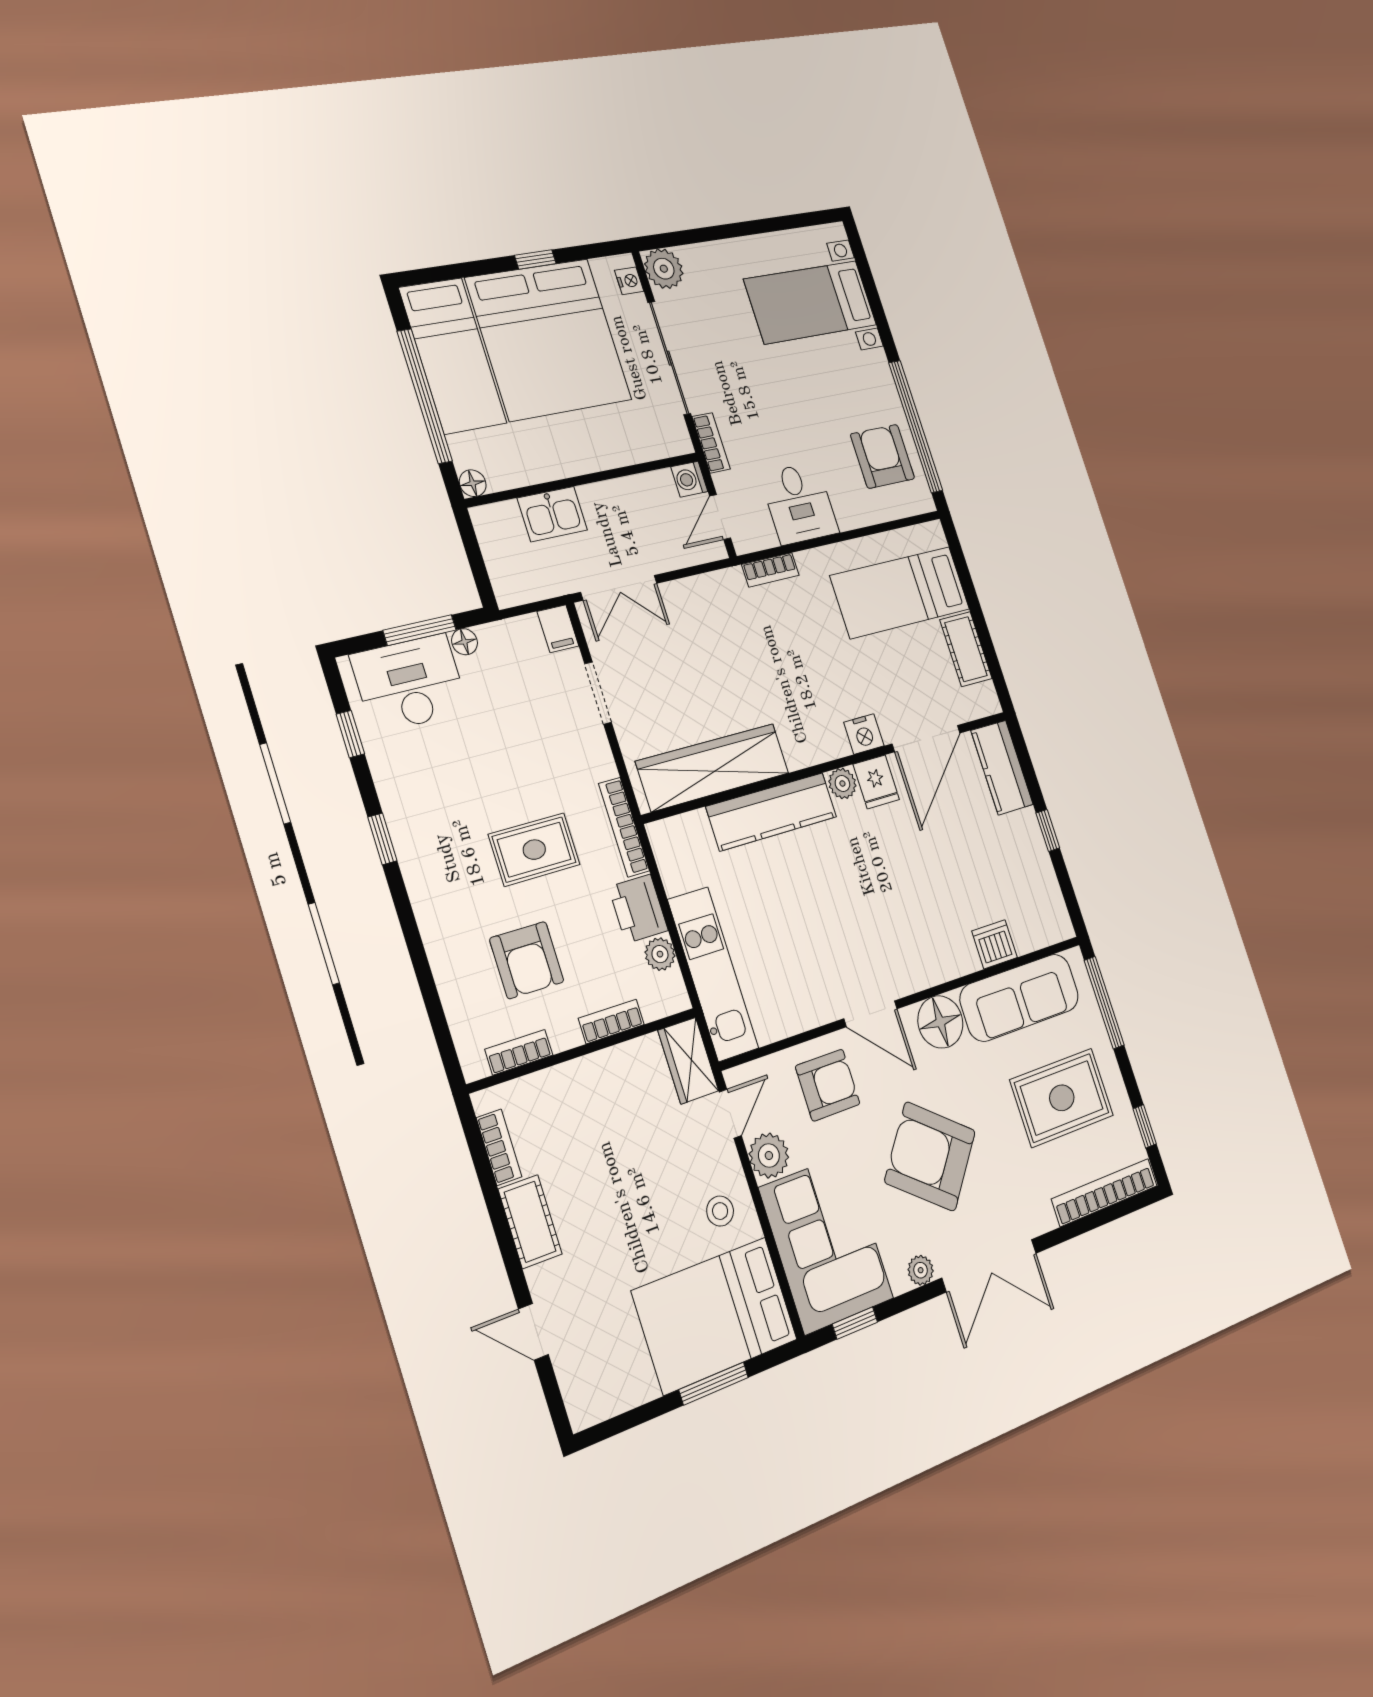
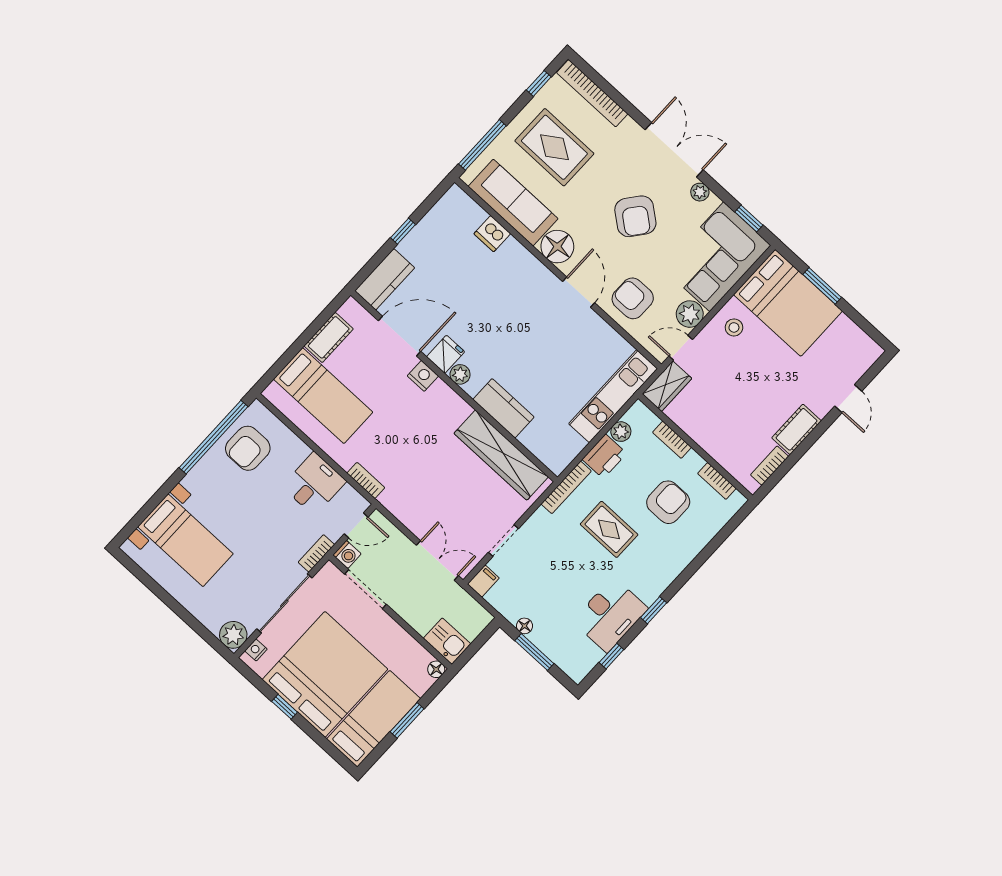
window: (425, 396) -> (407, 720), width x0.47
doorway: (632, 470) -> (366, 589), added
kitchen sink: (552, 514) -> (447, 641), moved
desk: (410, 683) -> (610, 615), moved, turned -90
kitchen counter: (772, 812) -> (503, 408), width x0.67
armchair: (930, 1156) -> (635, 216), width x0.73, depth x0.73

